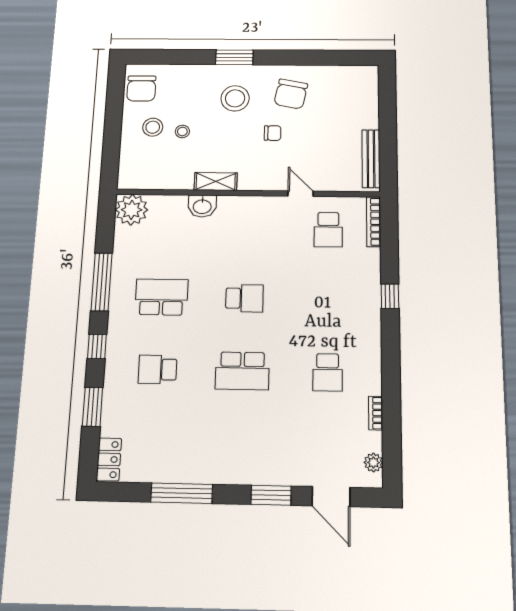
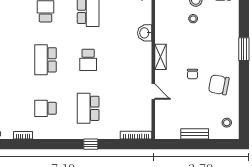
stool: (235, 98) -> (227, 123), moved, width x0.53, depth x0.53
bench: (371, 159) -> (195, 134), moved, width x0.73
shelving: (216, 182) -> (161, 57), moved
door: (301, 194) -> (153, 92), hinge flipped
school desk: (328, 230) -> (88, 108), moved, width x1.85

